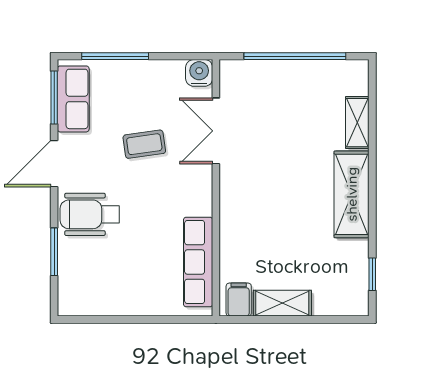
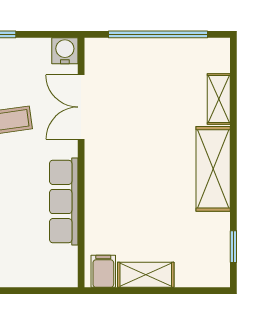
row of seats: (198, 262) -> (64, 202), moved

